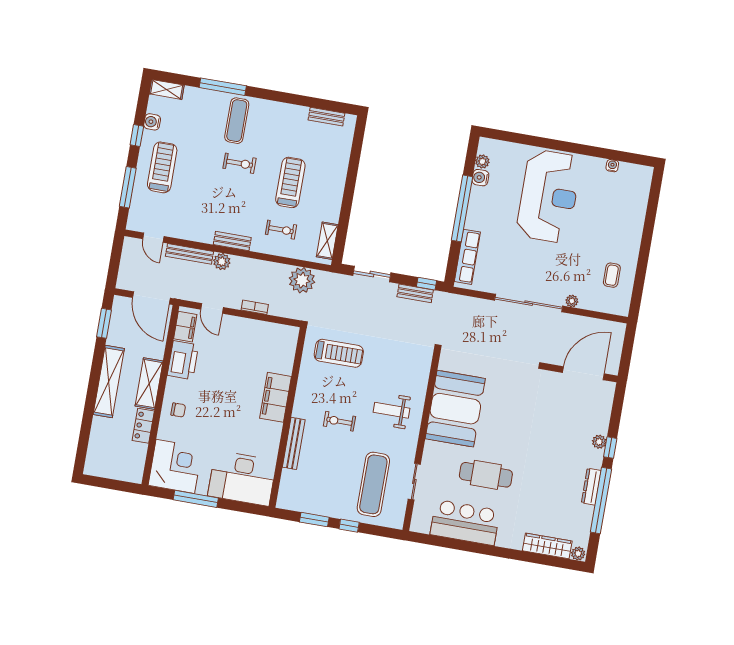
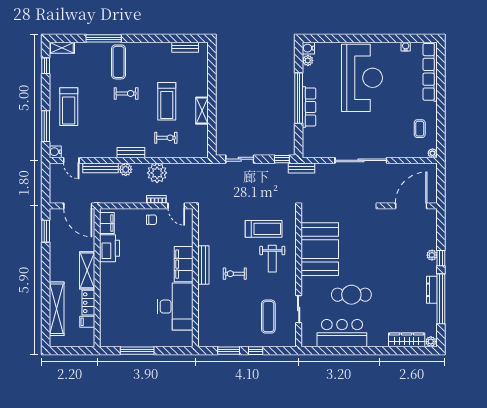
water cooler: (152, 122) -> (55, 152), moved
window: (137, 136) -> (46, 66), moved
treadmill: (162, 167) -> (69, 107), turned 180
water cooler: (480, 178) -> (308, 48), moved
treadmill: (290, 182) -> (167, 101), turned 180
row of seats: (638, 204) -> (430, 72), added
shelving: (327, 241) -> (202, 111), moved
row of seats: (467, 257) -> (309, 107), moved
plant: (302, 280) -> (157, 173), moved
bench: (415, 293) -> (301, 168), moved
plant: (572, 301) -> (432, 153), moved
door: (212, 308) -> (176, 206), moved
treadmill: (339, 353) -> (264, 229), moved
shelving: (109, 381) -> (57, 309), moved
chair: (178, 410) -> (151, 220), moved
weight bench: (392, 410) -> (272, 259), turned -90
bench: (294, 443) -> (203, 265), moved
filing cabinet: (138, 450) -> (87, 322), added
corner desk: (175, 466) -> (118, 329), removed
desk: (242, 478) -> (175, 307), moved, turned -90
exercise mat: (373, 484) -> (268, 317), width x0.73, depth x0.69

